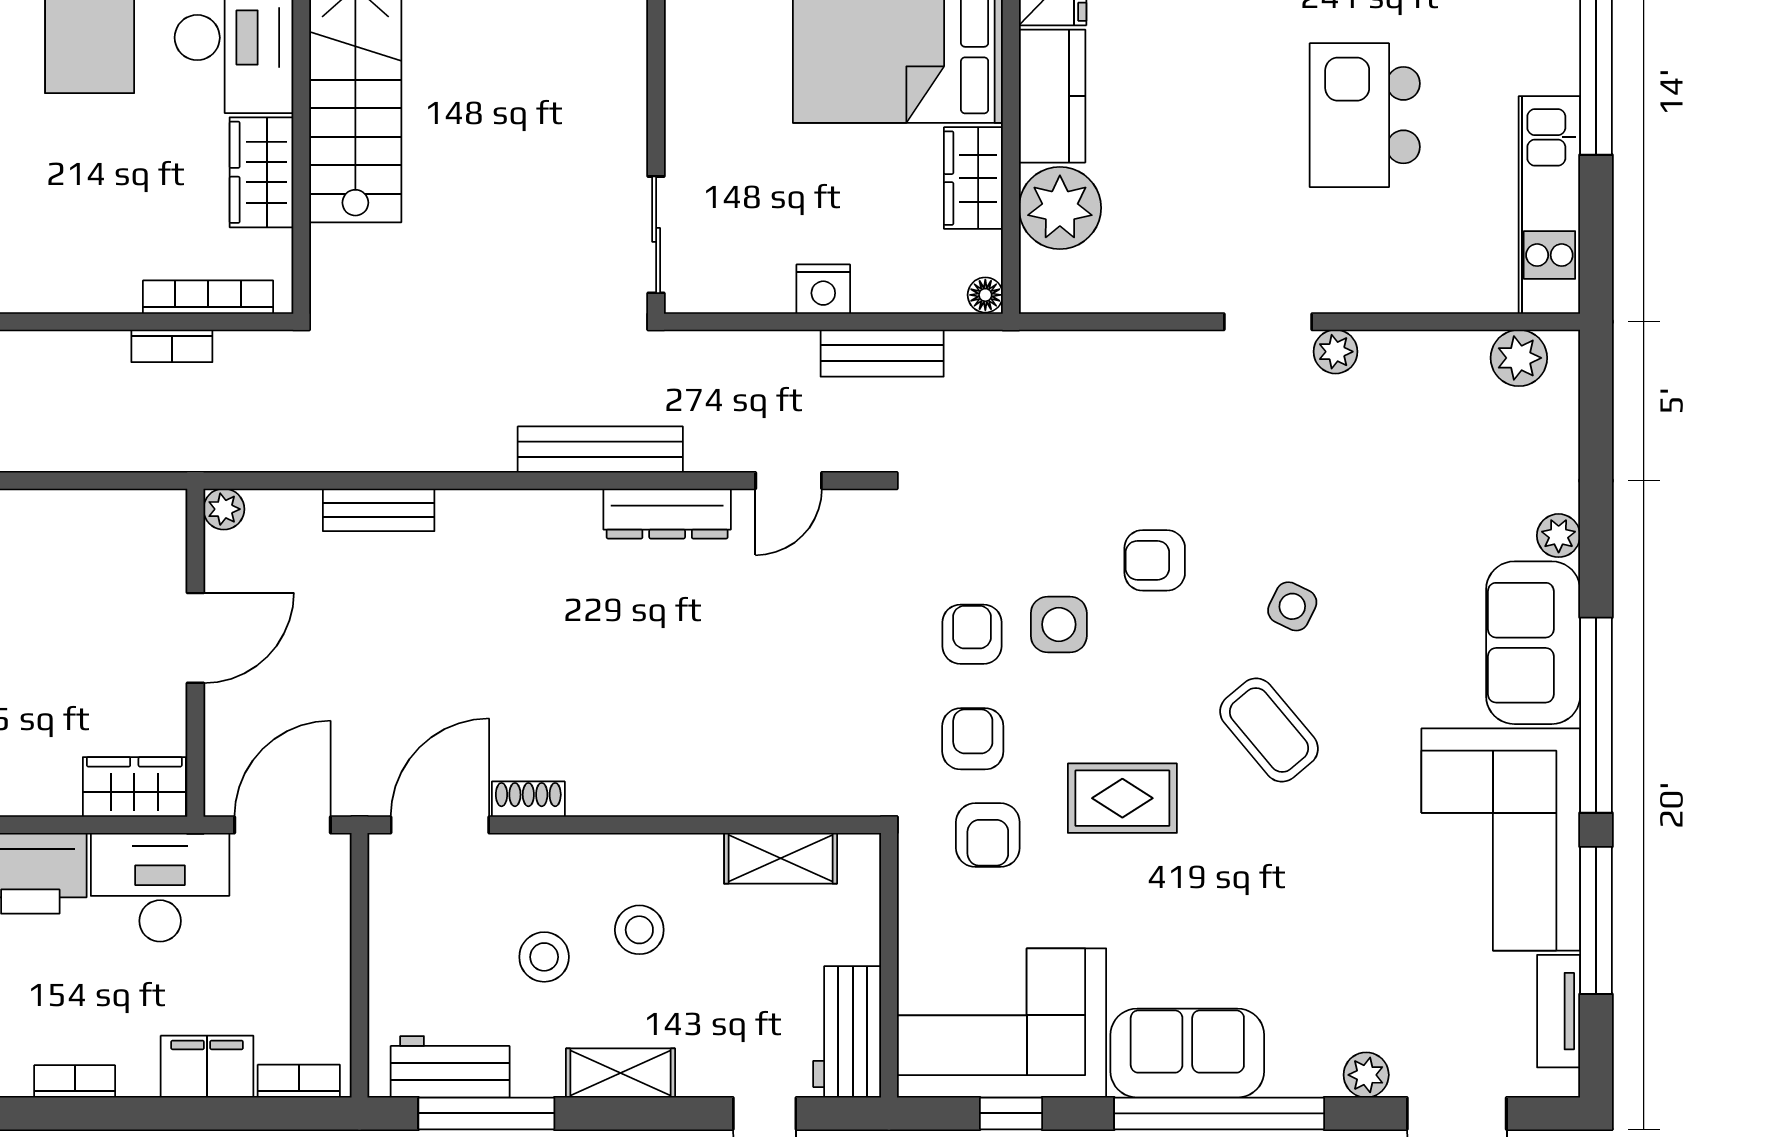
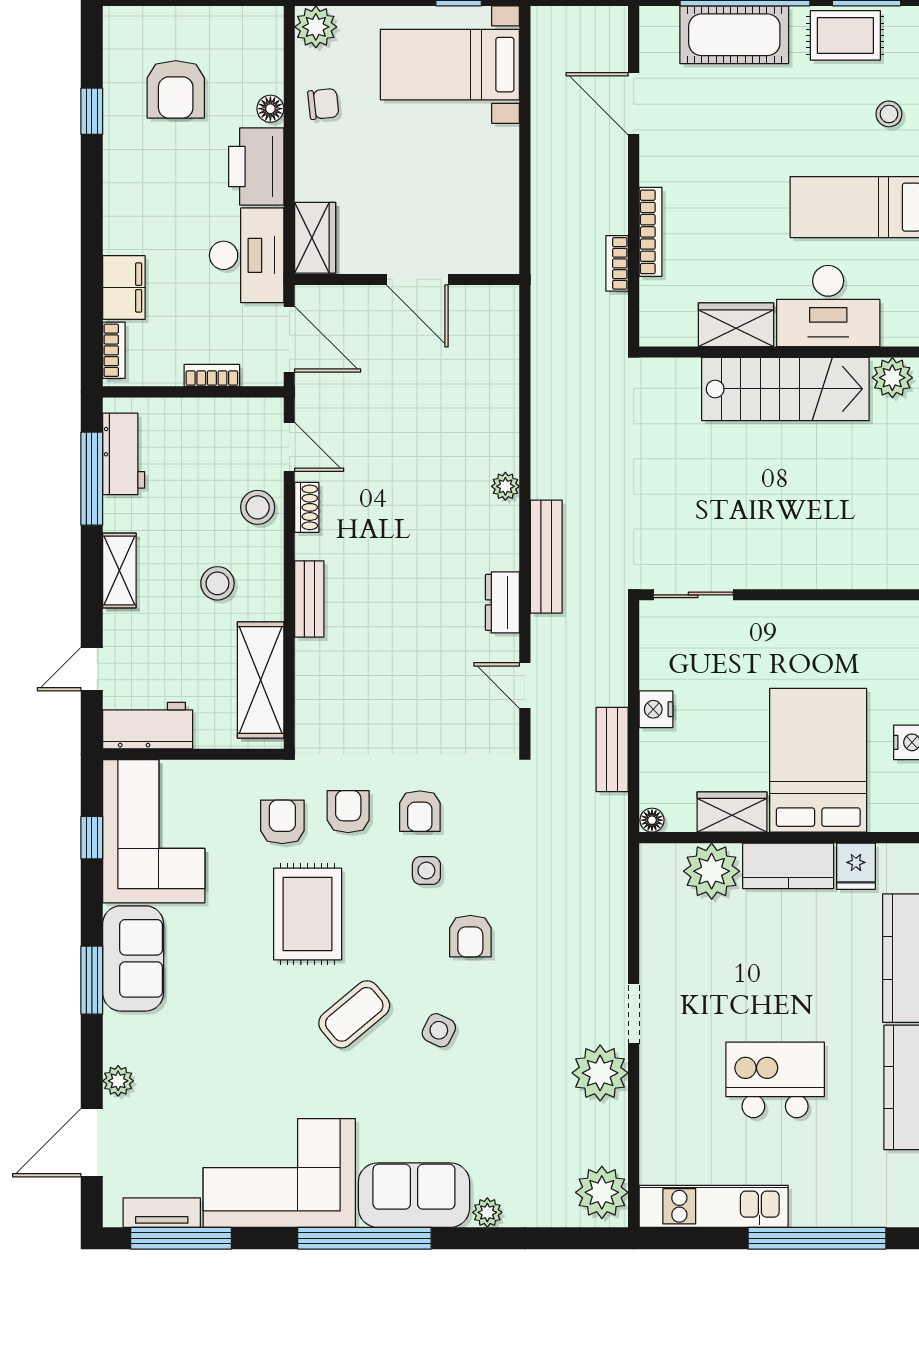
bookcase: (208, 297) -> (650, 232), moved
plant: (1336, 352) -> (600, 1073), width x1.87, depth x1.87
plant: (1519, 358) -> (602, 1192), width x1.36, depth x1.36
plant: (224, 509) -> (505, 486), moved
bench: (379, 510) -> (309, 599), moved
dresser: (667, 514) -> (502, 602), width x0.70
armchair: (1155, 560) -> (470, 936), turned 180
side table: (1059, 624) -> (426, 871), width x0.73, depth x0.73
armchair: (972, 634) -> (420, 811), turned 90
armchair: (973, 739) -> (348, 812), turned -90
rug: (1122, 798) -> (308, 914), width x1.36, depth x1.43
door: (440, 825) -> (289, 447), width x0.73
armchair: (988, 835) -> (282, 822), turned 90
shelving: (781, 858) -> (261, 680), width x1.50, depth x1.33
window: (1596, 920) -> (181, 1238), moved
stool: (544, 957) -> (258, 507), moved
bookcase: (75, 1081) -> (212, 375), moved, turned -90
window: (1219, 1113) -> (92, 980), width x0.47

